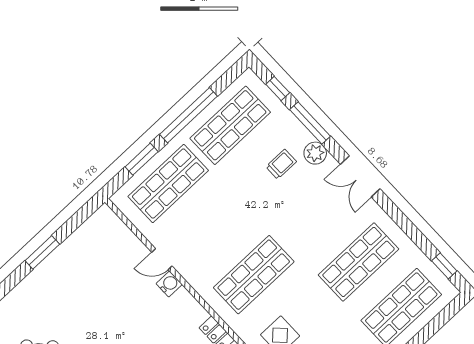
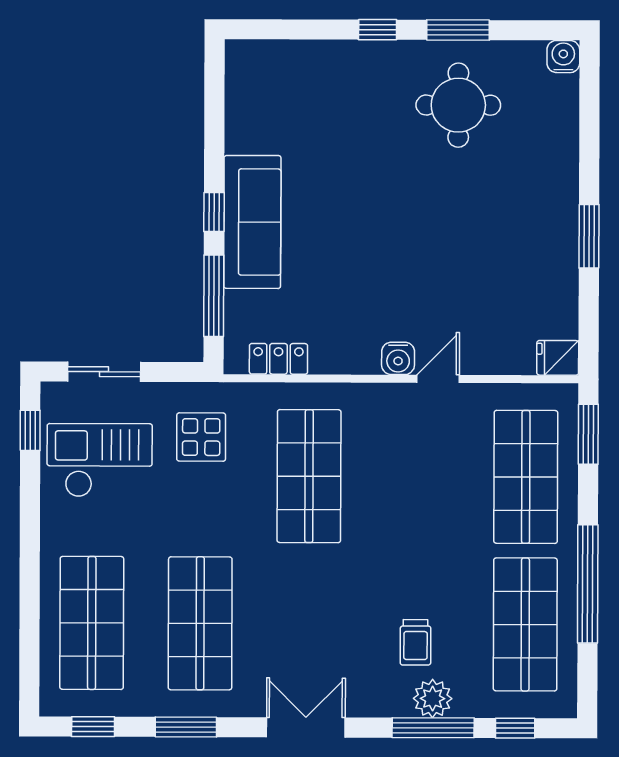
plant: (315, 153) -> (433, 699), moved
window: (142, 159) -> (588, 434), moved
fridge: (106, 217) -> (558, 358), added
window: (408, 227) -> (186, 727), added

